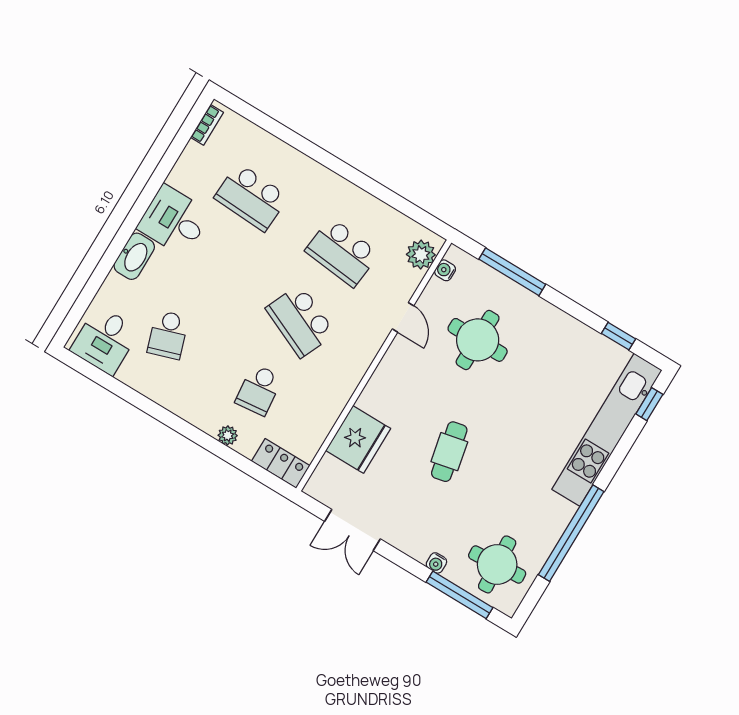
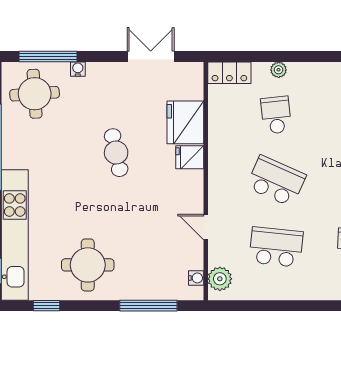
round table: (478, 340) -> (88, 265), moved
fridge: (375, 400) -> (190, 157), added

